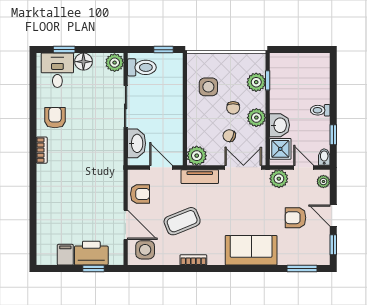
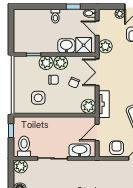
plant: (256, 82) -> (46, 63), moved
door: (304, 167) -> (97, 28), hinge flipped
plant: (323, 182) -> (120, 14), moved

